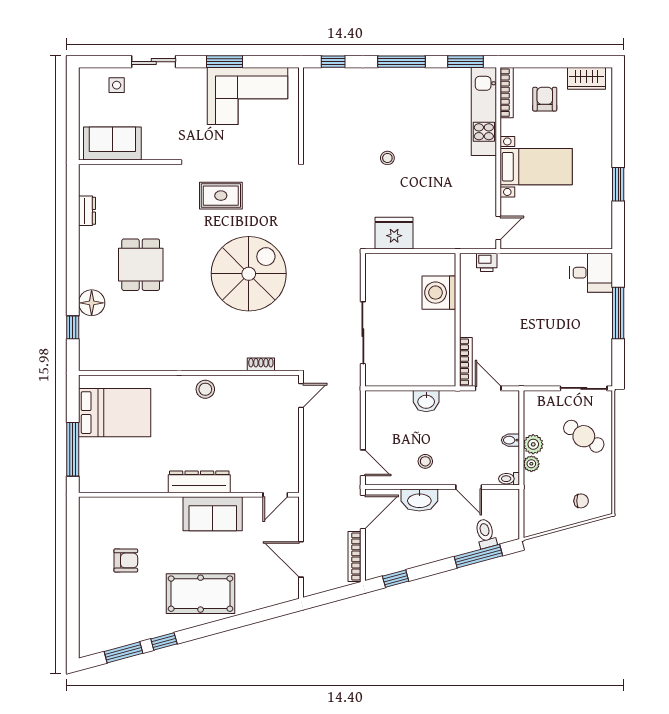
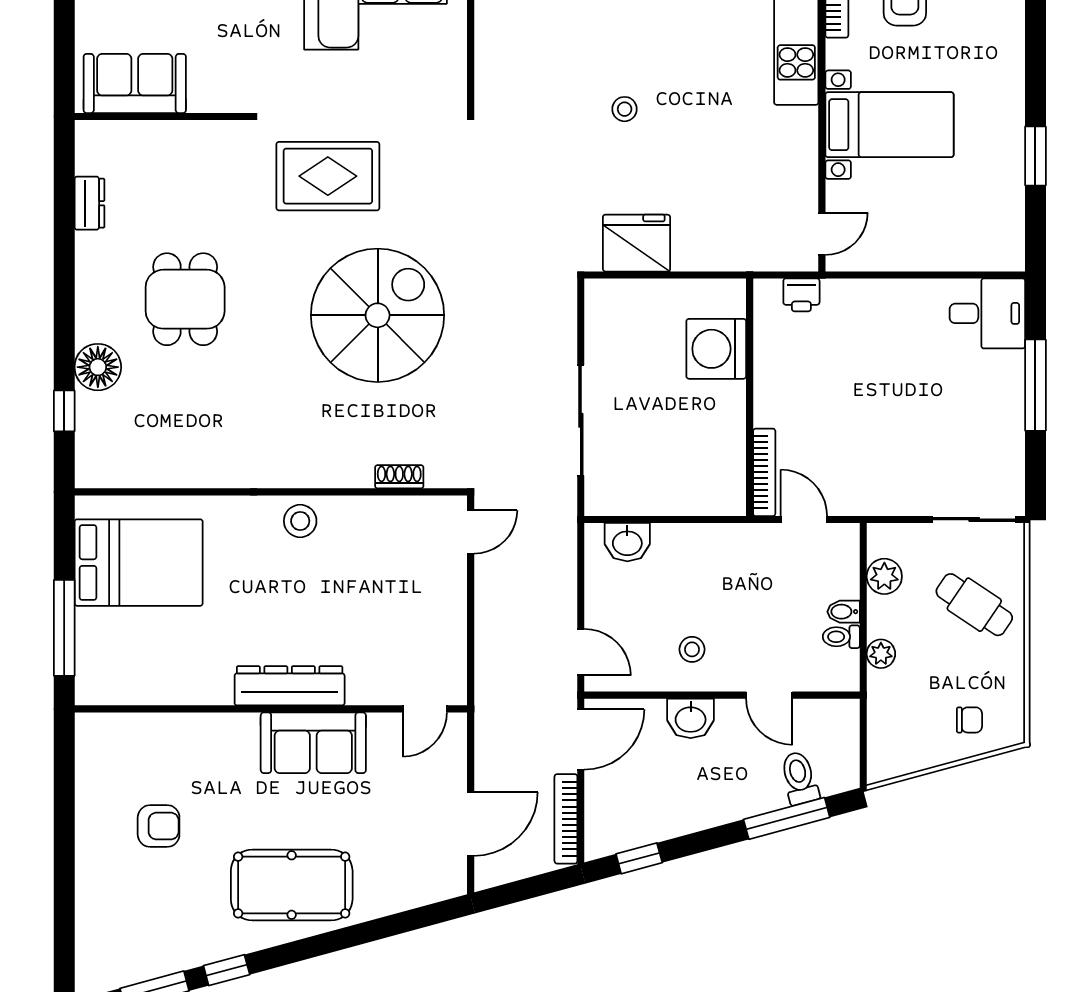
rug: (221, 196) -> (328, 176), width x1.36, depth x1.43
washbasin: (426, 401) -> (627, 542), moved
plant: (533, 444) -> (884, 576), moved
toilet: (509, 479) -> (841, 637), moved
washbasin: (419, 500) -> (691, 718), width x0.72
door: (301, 559) -> (471, 824), swing flipped

